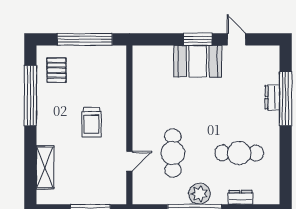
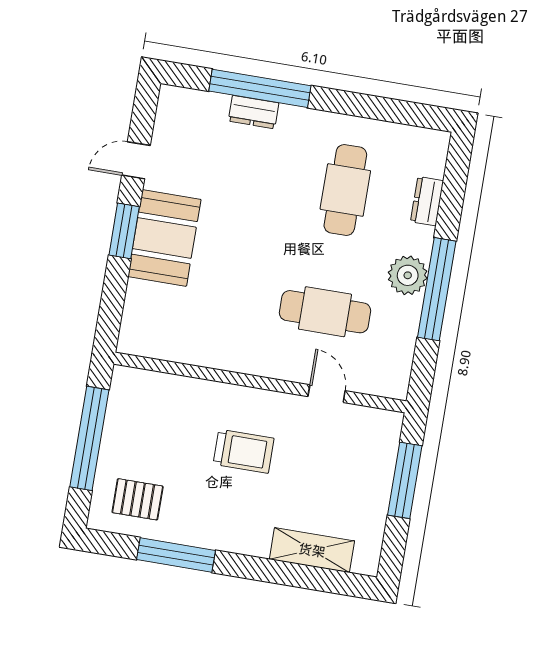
window: (30, 96) -> (176, 555), width x0.68

